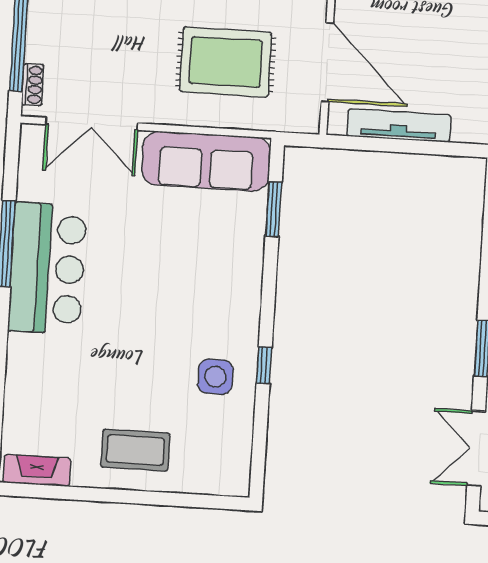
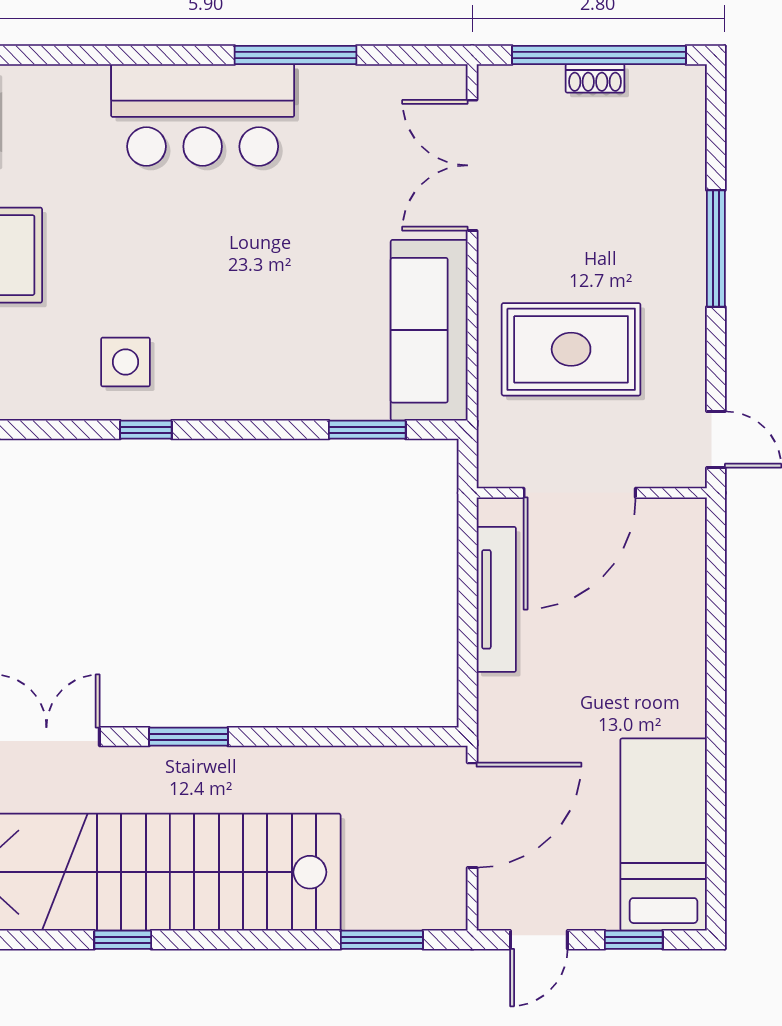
rug: (226, 62) -> (571, 349), turned 90
shoe rack: (33, 85) -> (595, 78), moved
bar counter: (47, 268) -> (203, 115), moved

